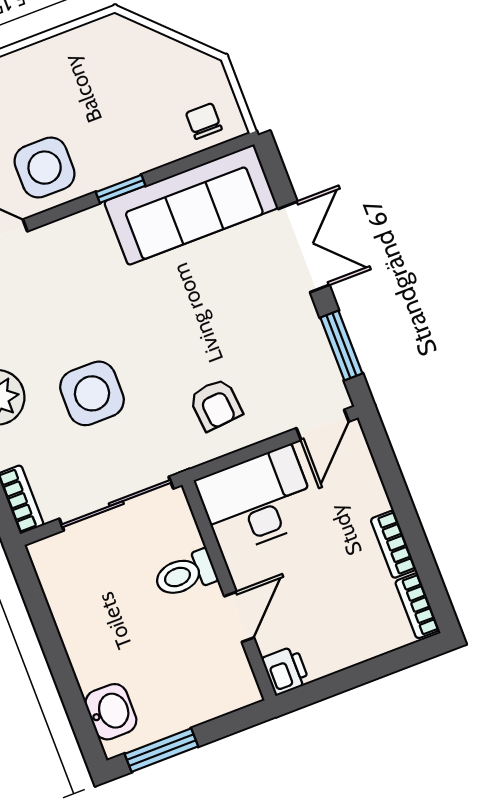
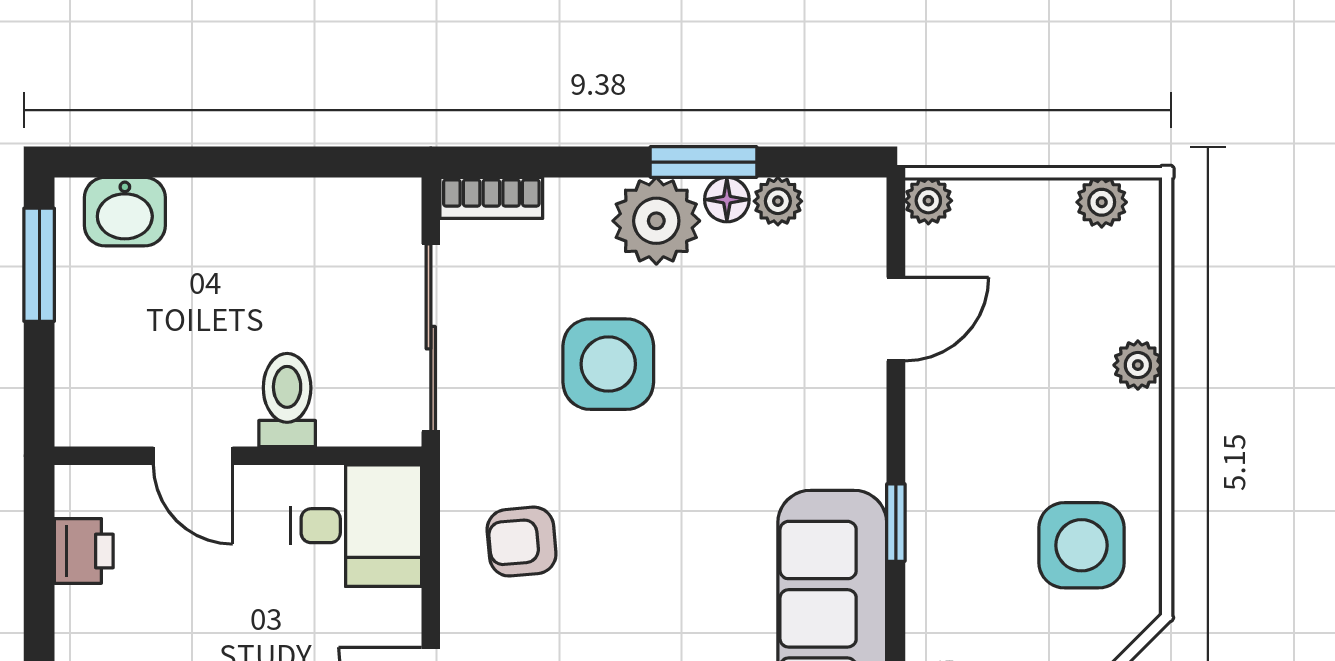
side table: (45, 168) -> (1082, 545), moved
desk: (257, 500) -> (356, 526), width x0.73
printer: (286, 671) -> (84, 551), moved, turned -90

